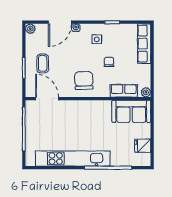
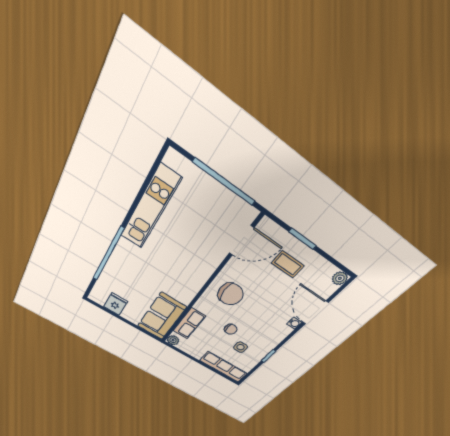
side table: (97, 39) -> (241, 347), moved
kitchen unit: (73, 159) -> (150, 208), width x0.73

